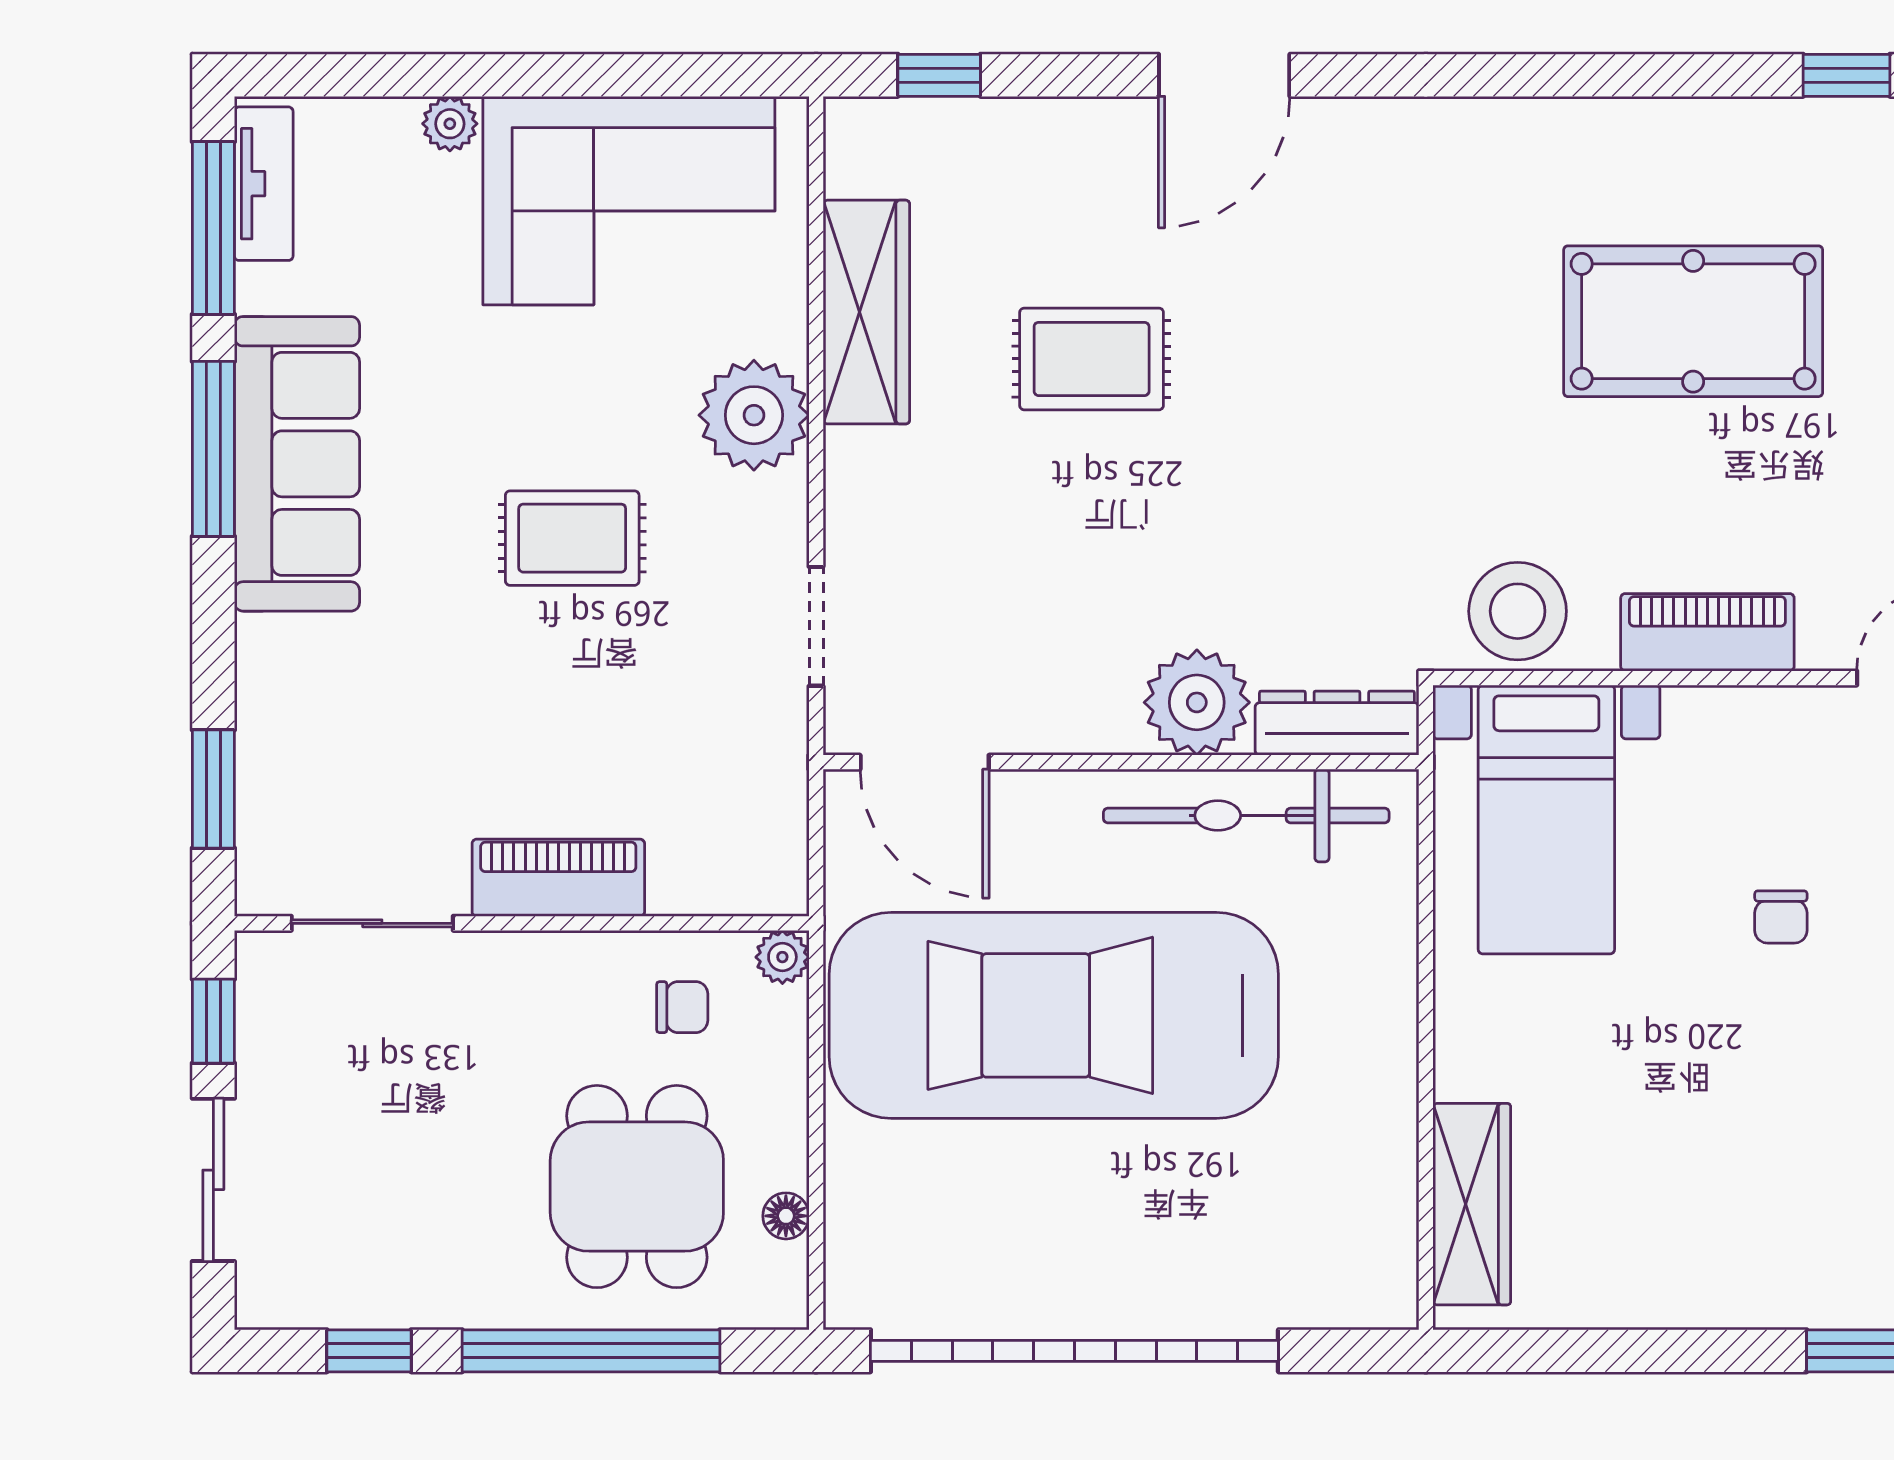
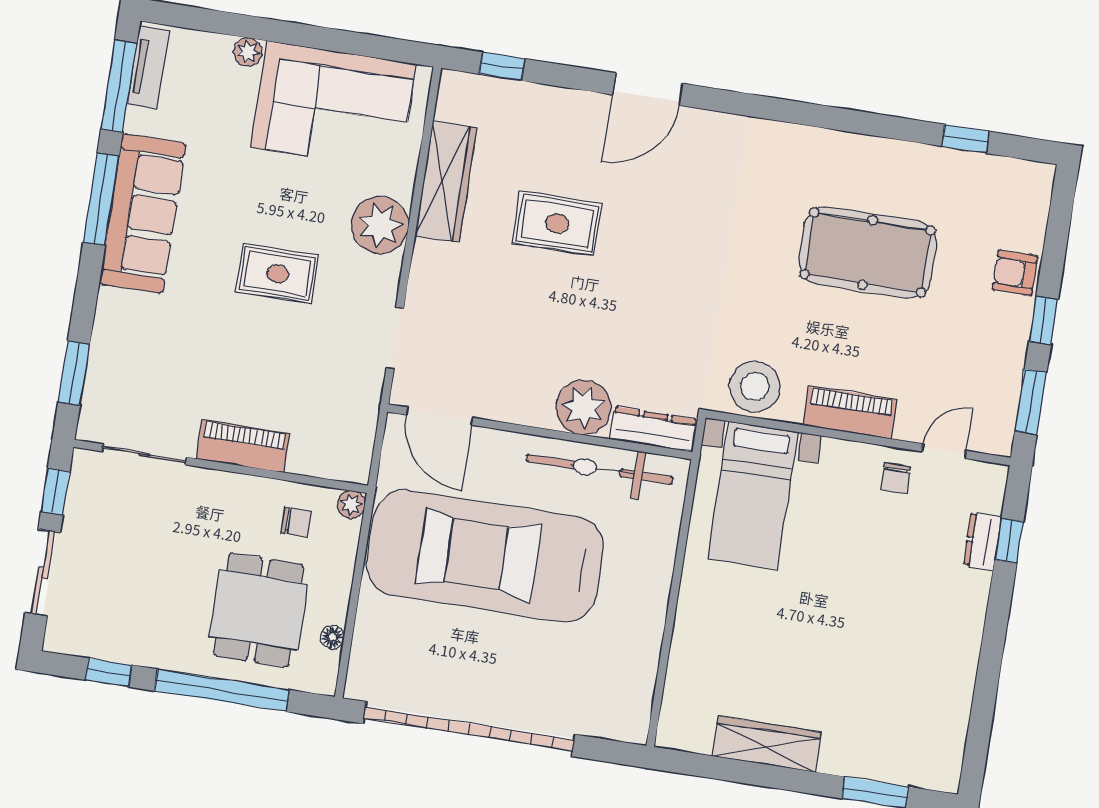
chair: (1781, 917) -> (896, 478), moved
wardrobe: (1472, 1204) -> (767, 744), moved, turned -90

